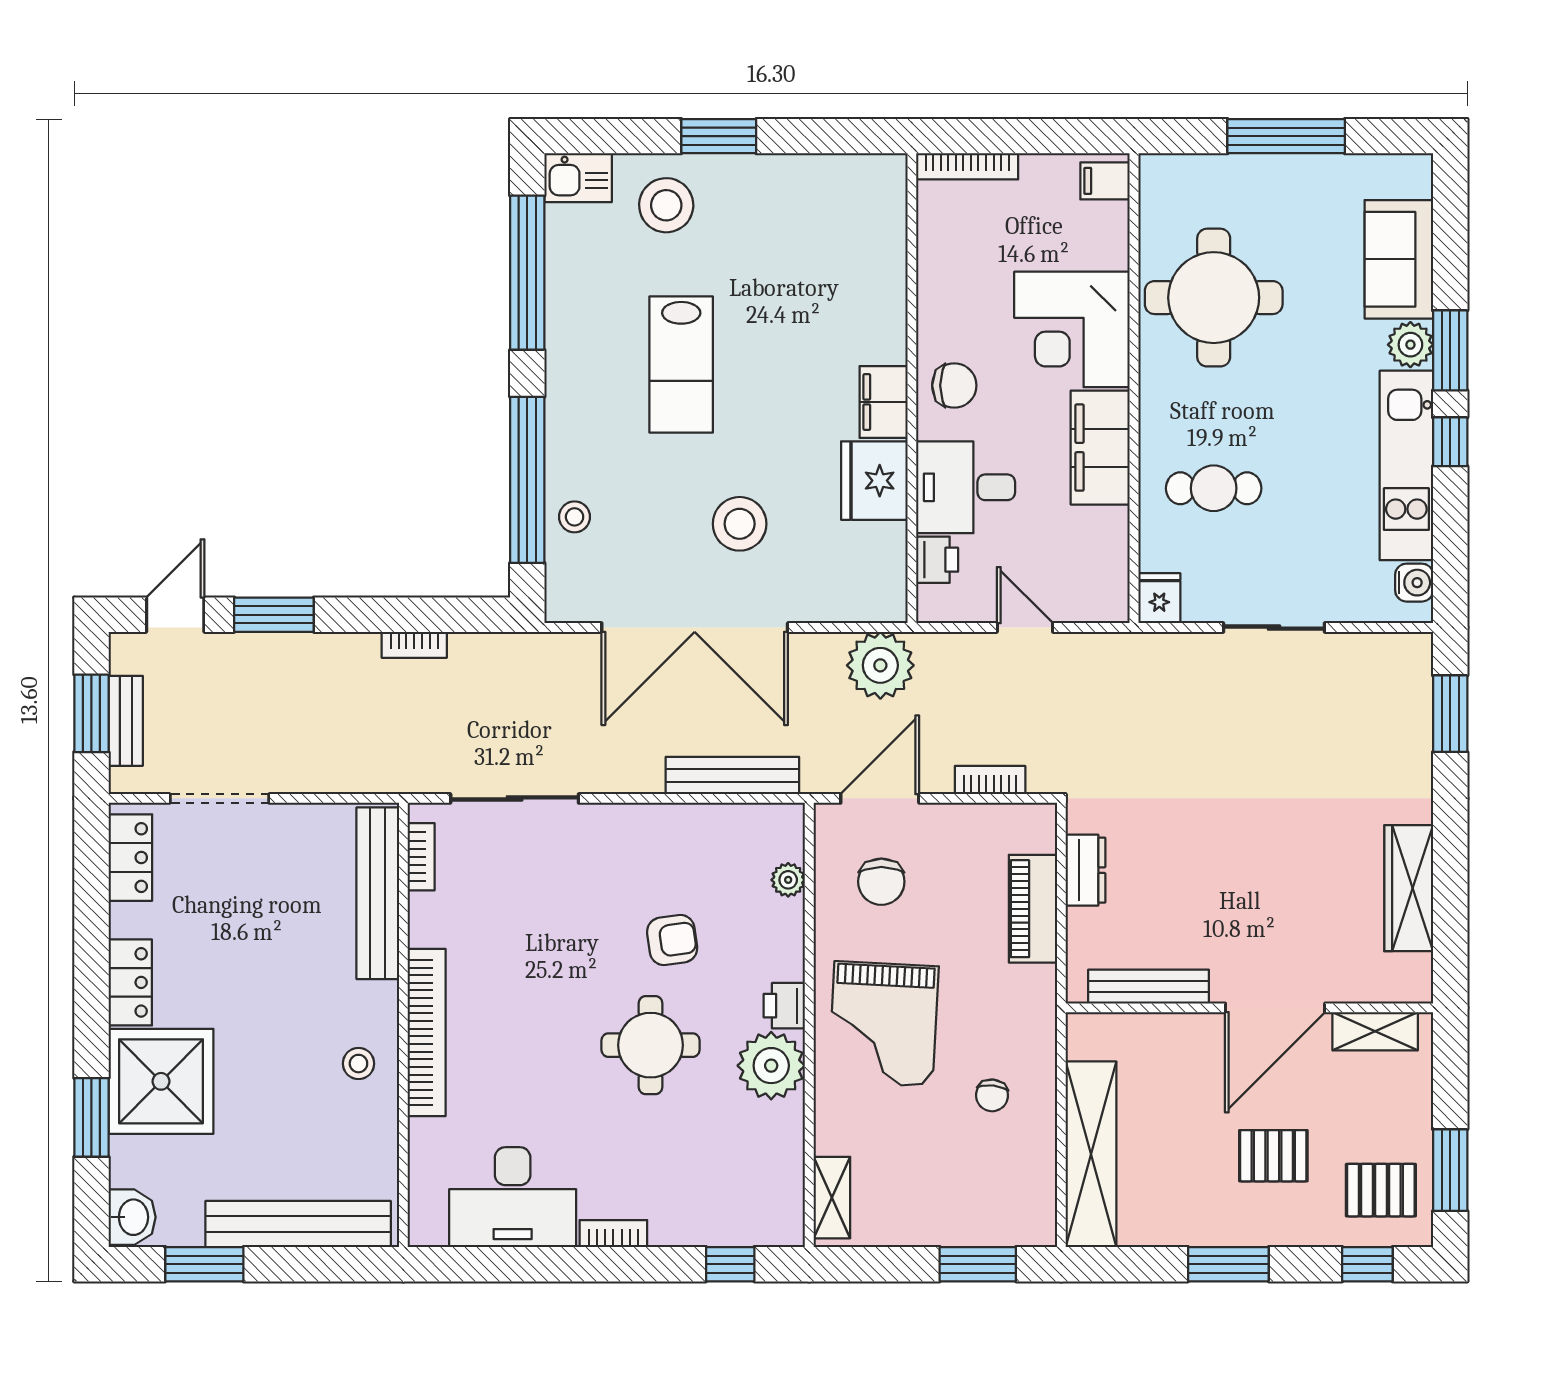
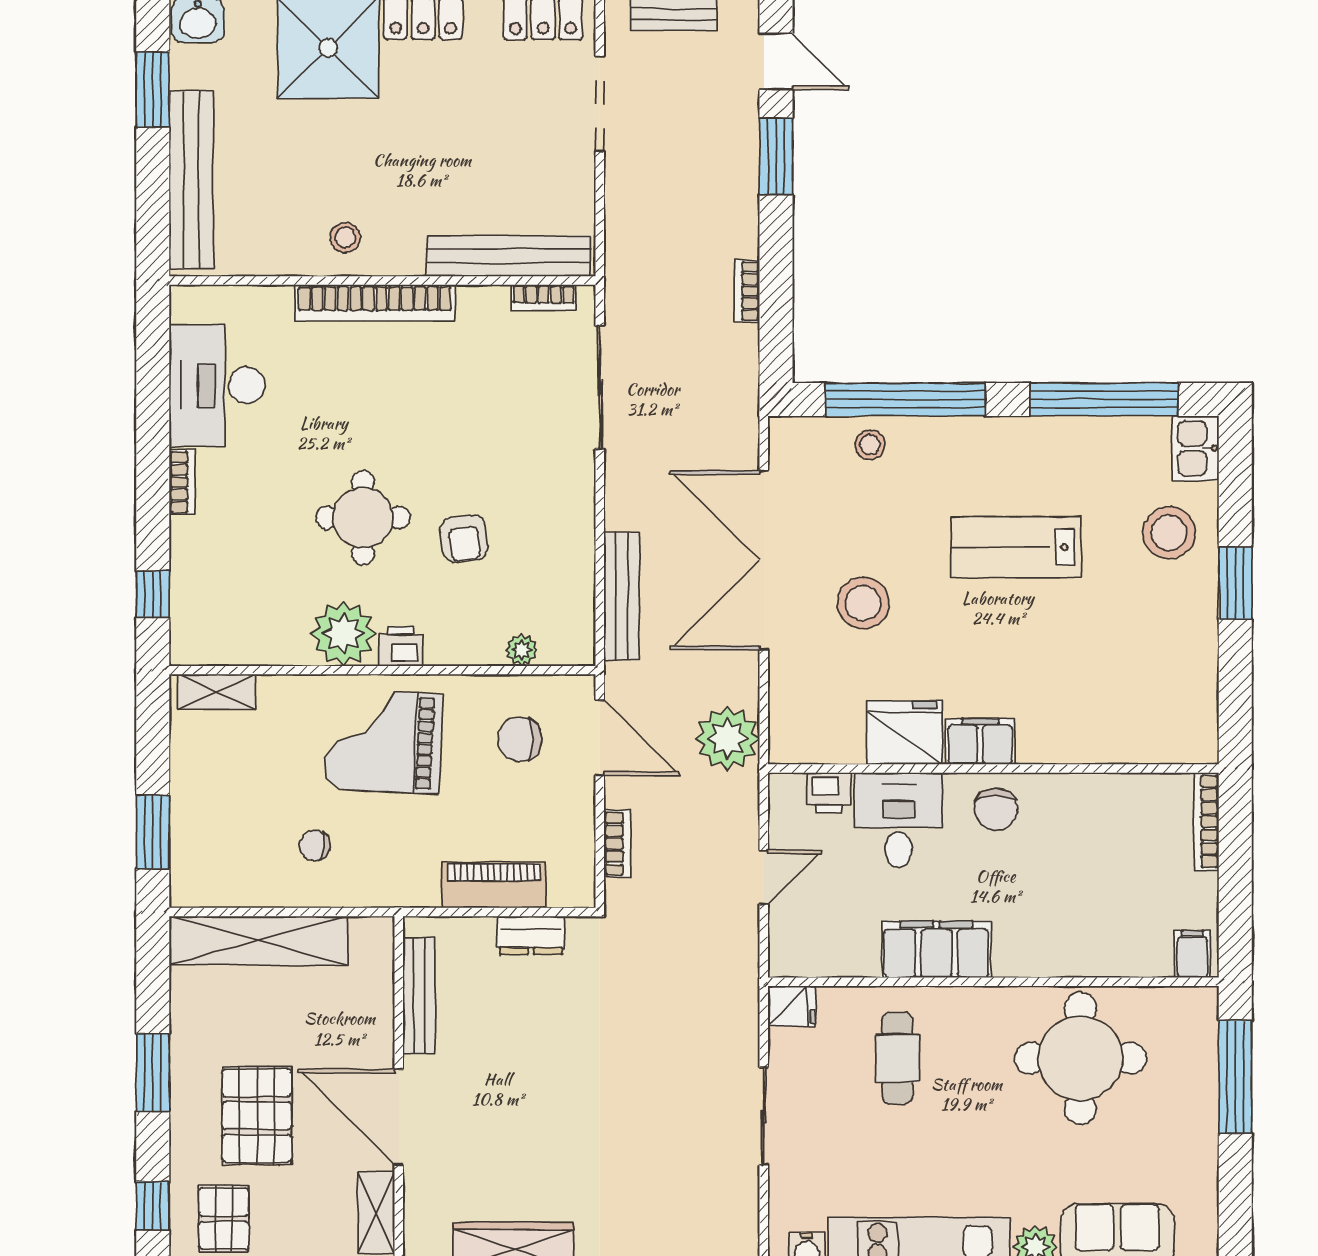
window: (1286, 136) -> (1235, 1077), moved
corner desk: (1072, 329) -> (1050, 922), removed
pallet: (1273, 1156) -> (257, 1116), width x1.50, depth x1.42

